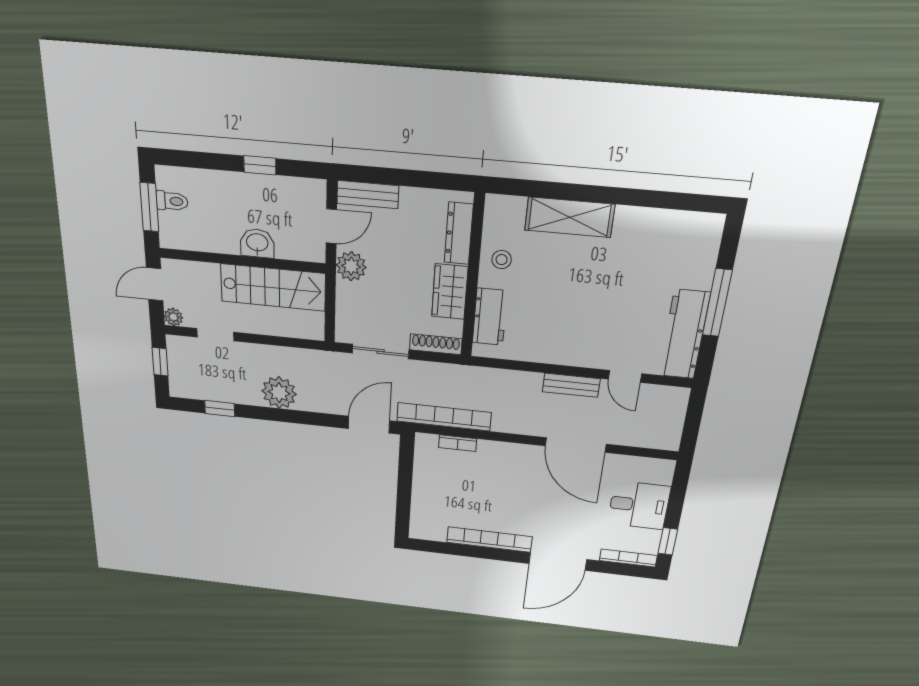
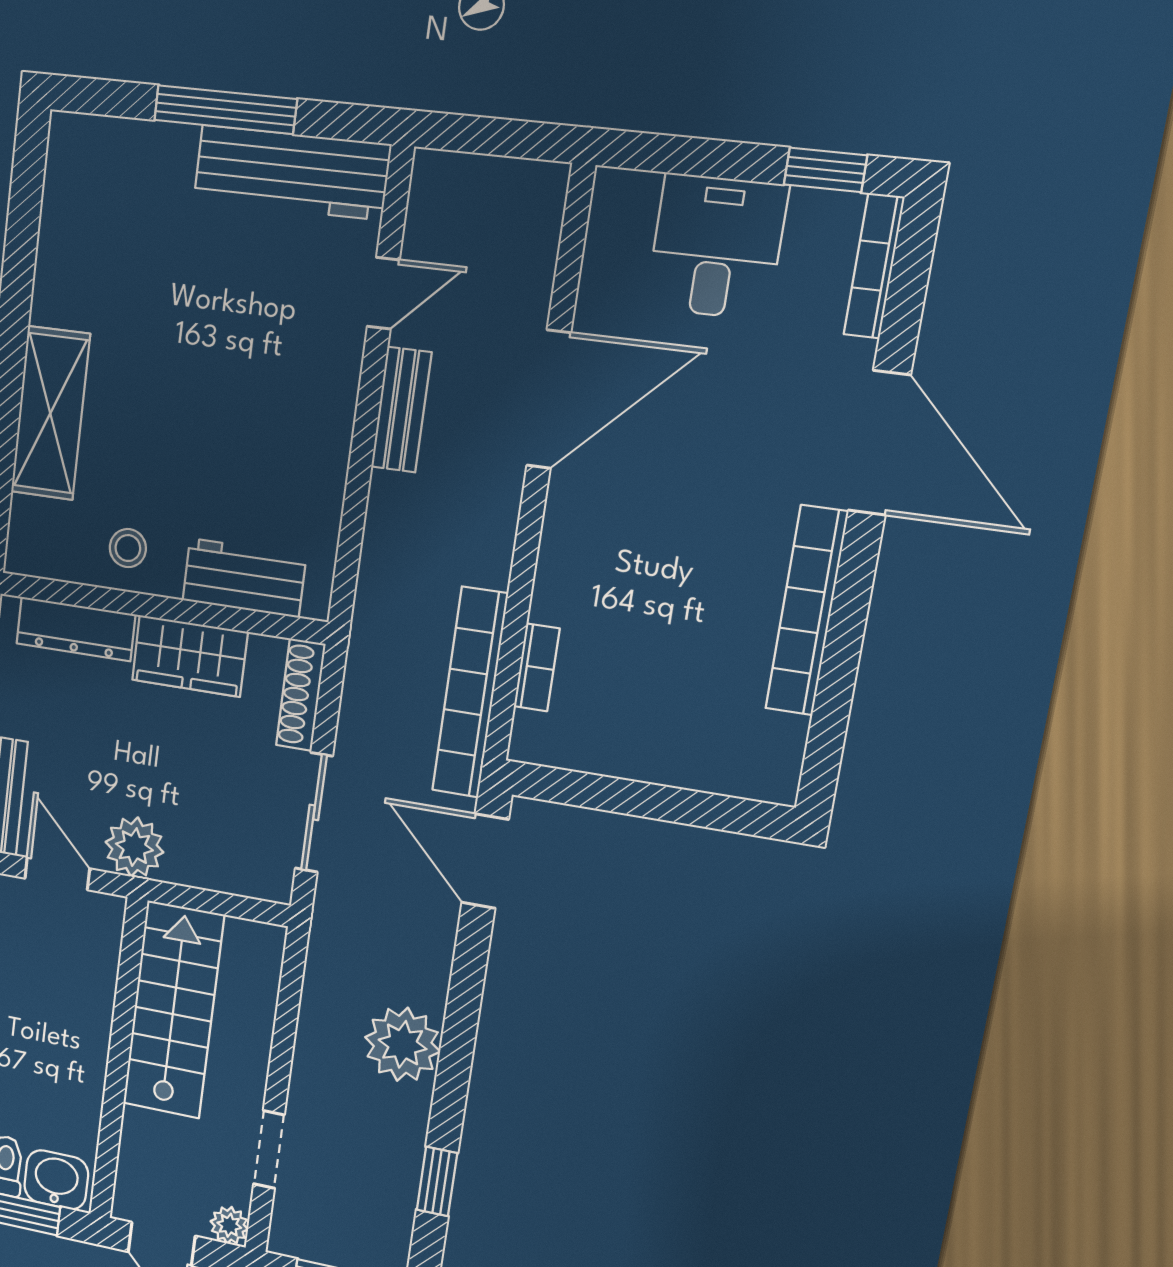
washbasin: (257, 243) -> (56, 1180), moved, turned 90

